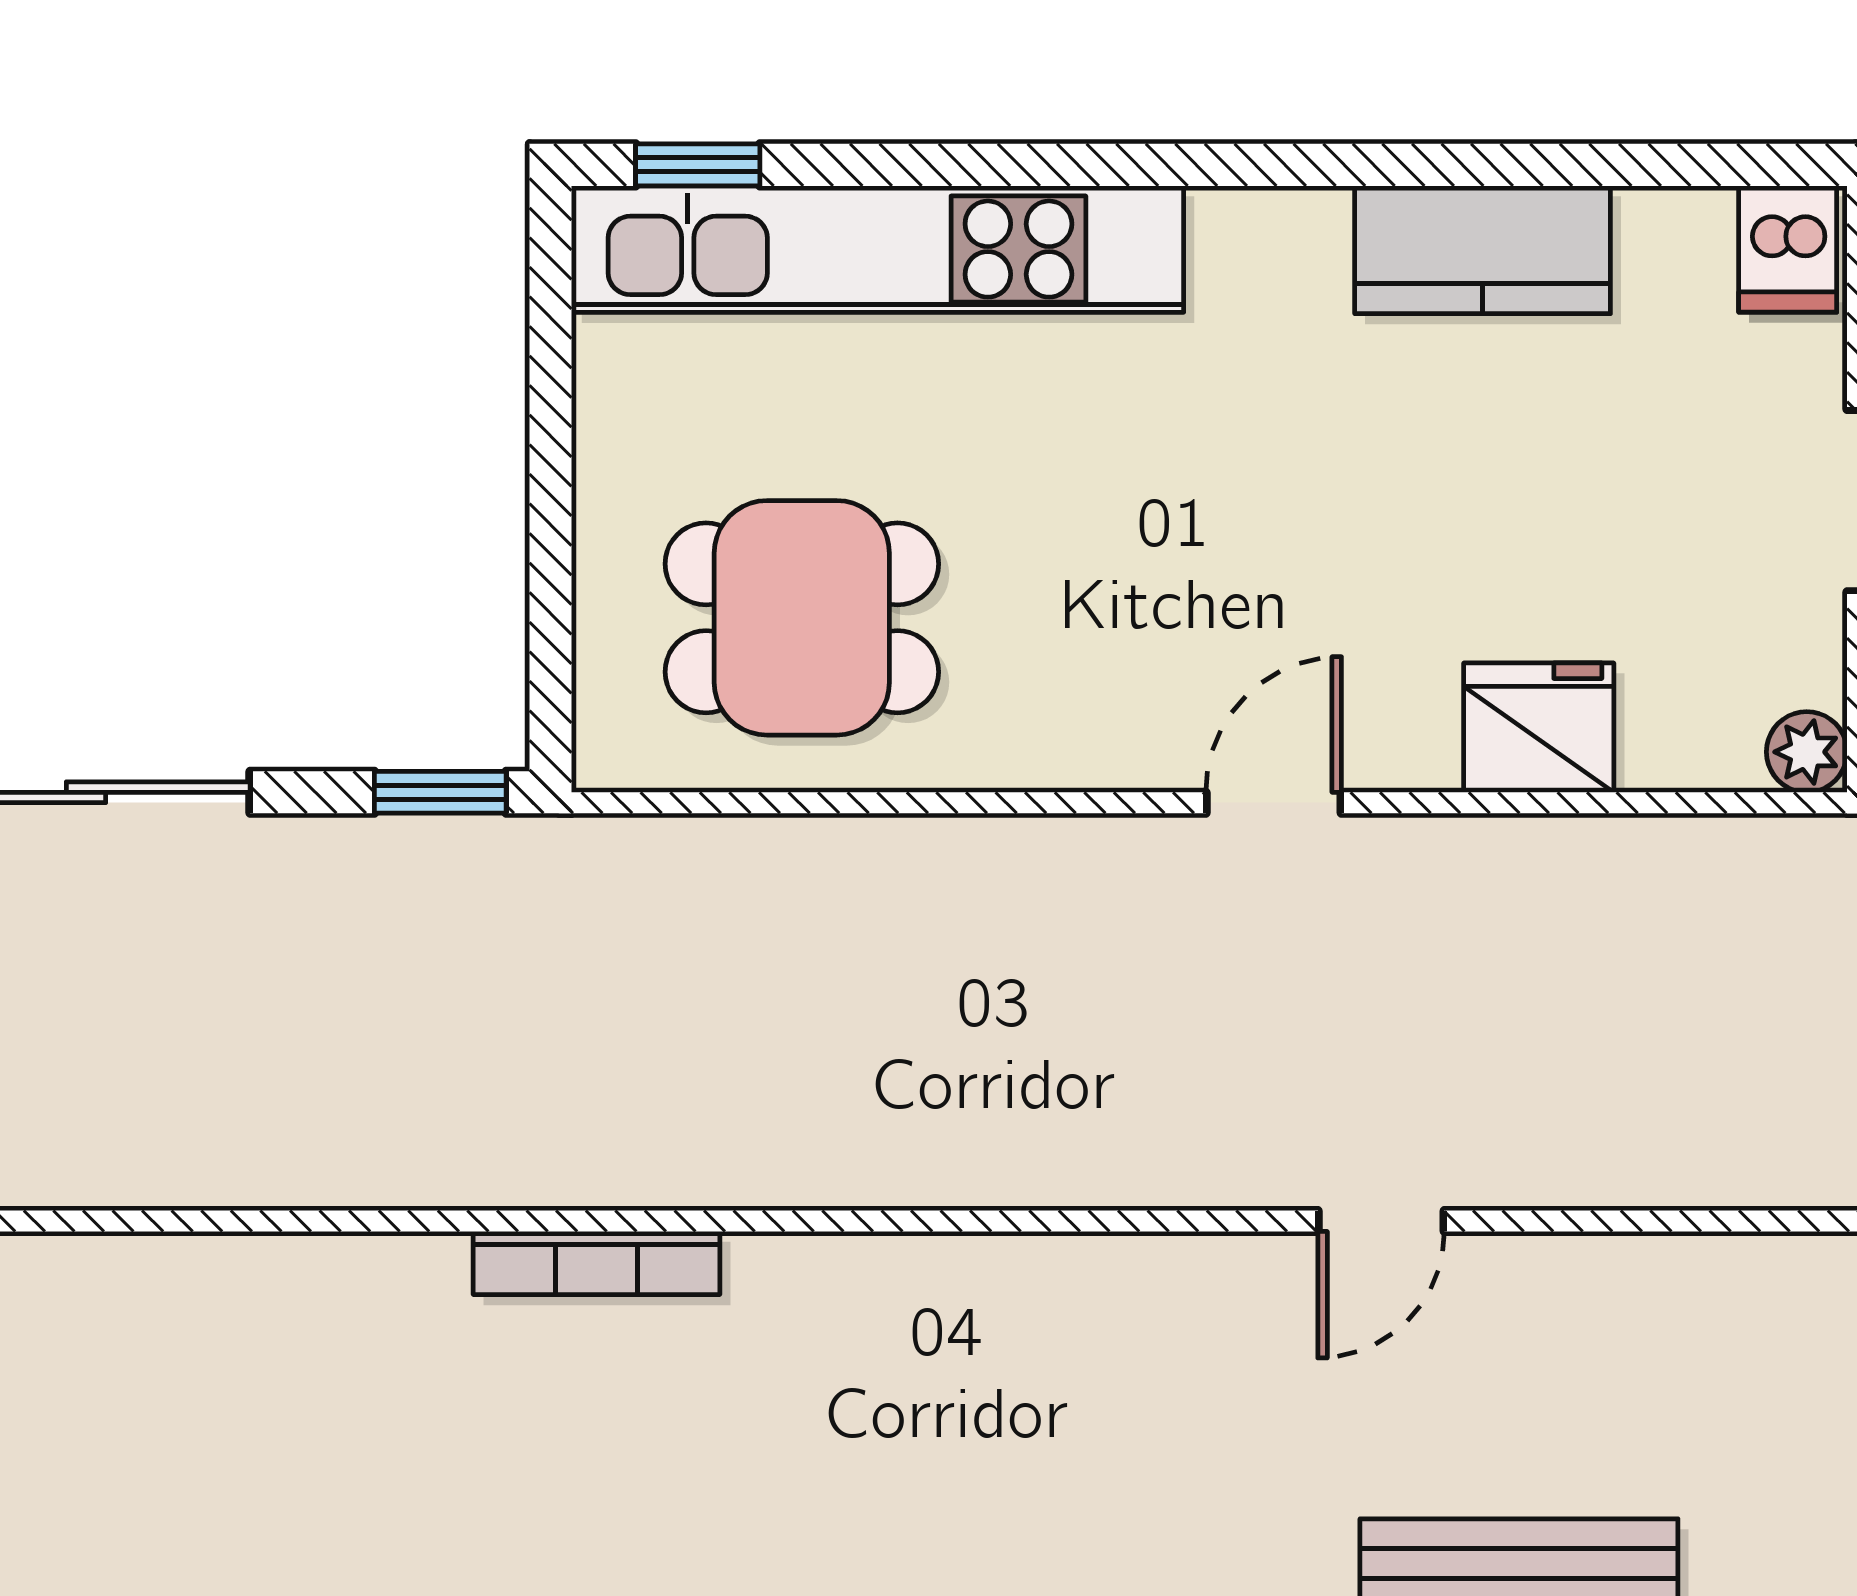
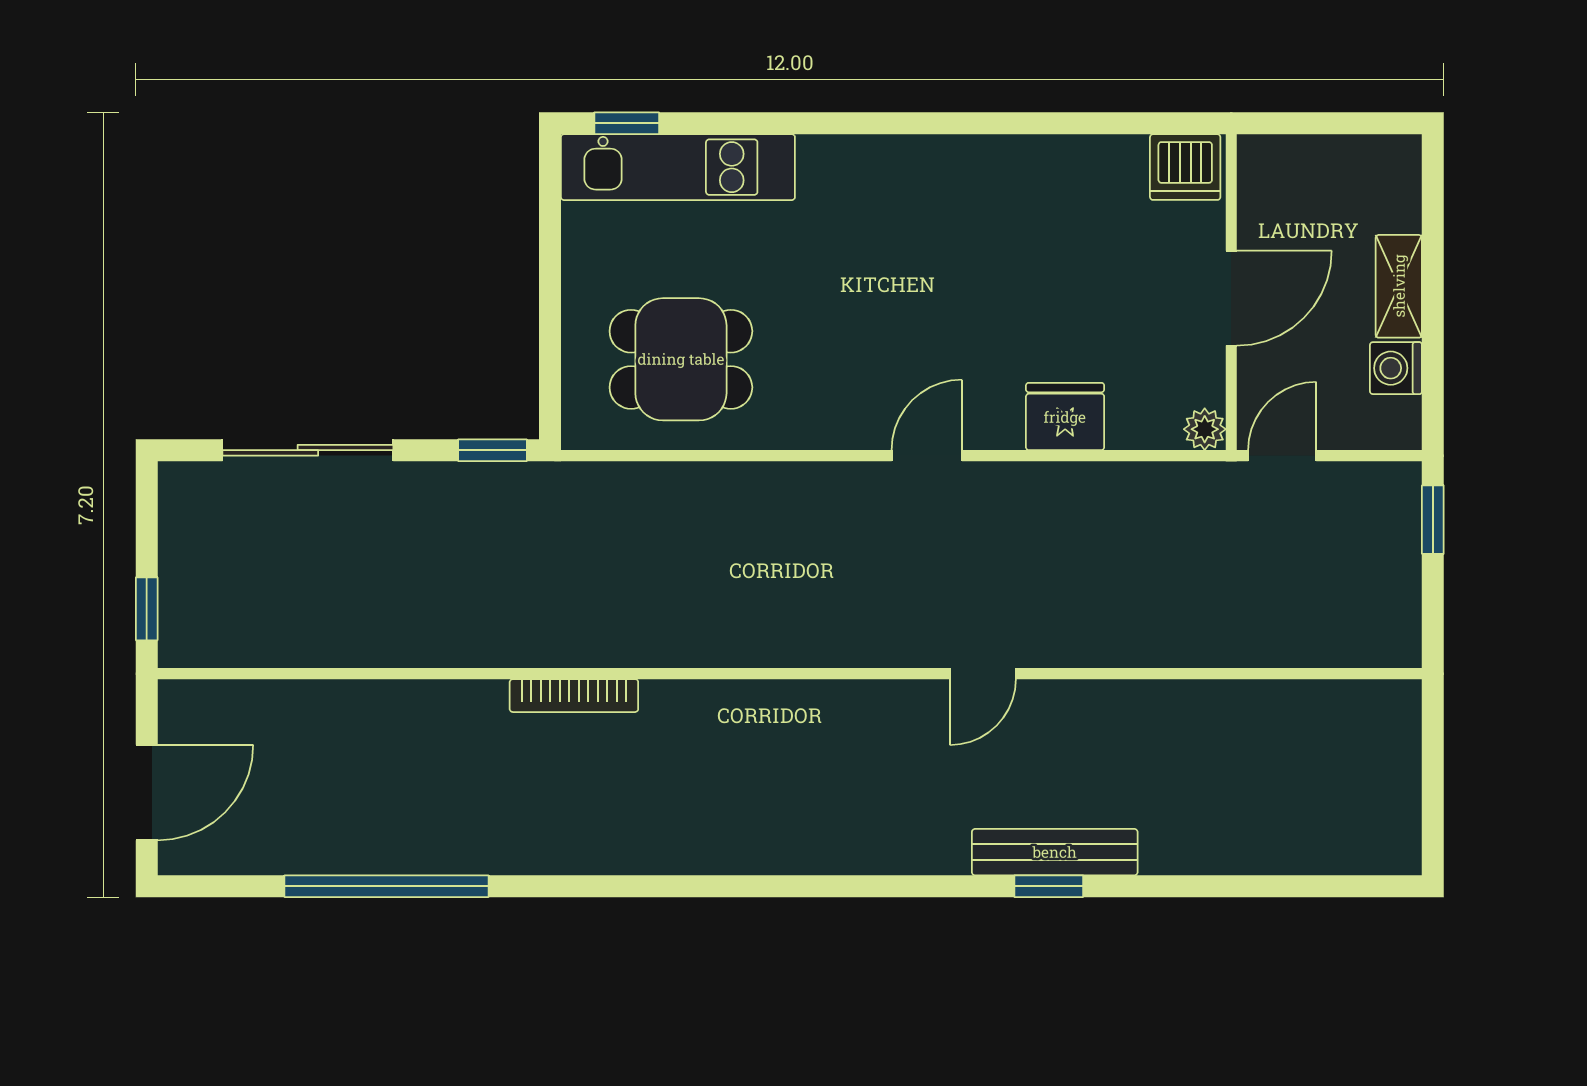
kitchen unit: (878, 249) -> (678, 167), width x0.73
dishwasher: (1788, 249) -> (1185, 167), width x1.38
kitchen counter: (1483, 250) -> (1036, 167), removed

